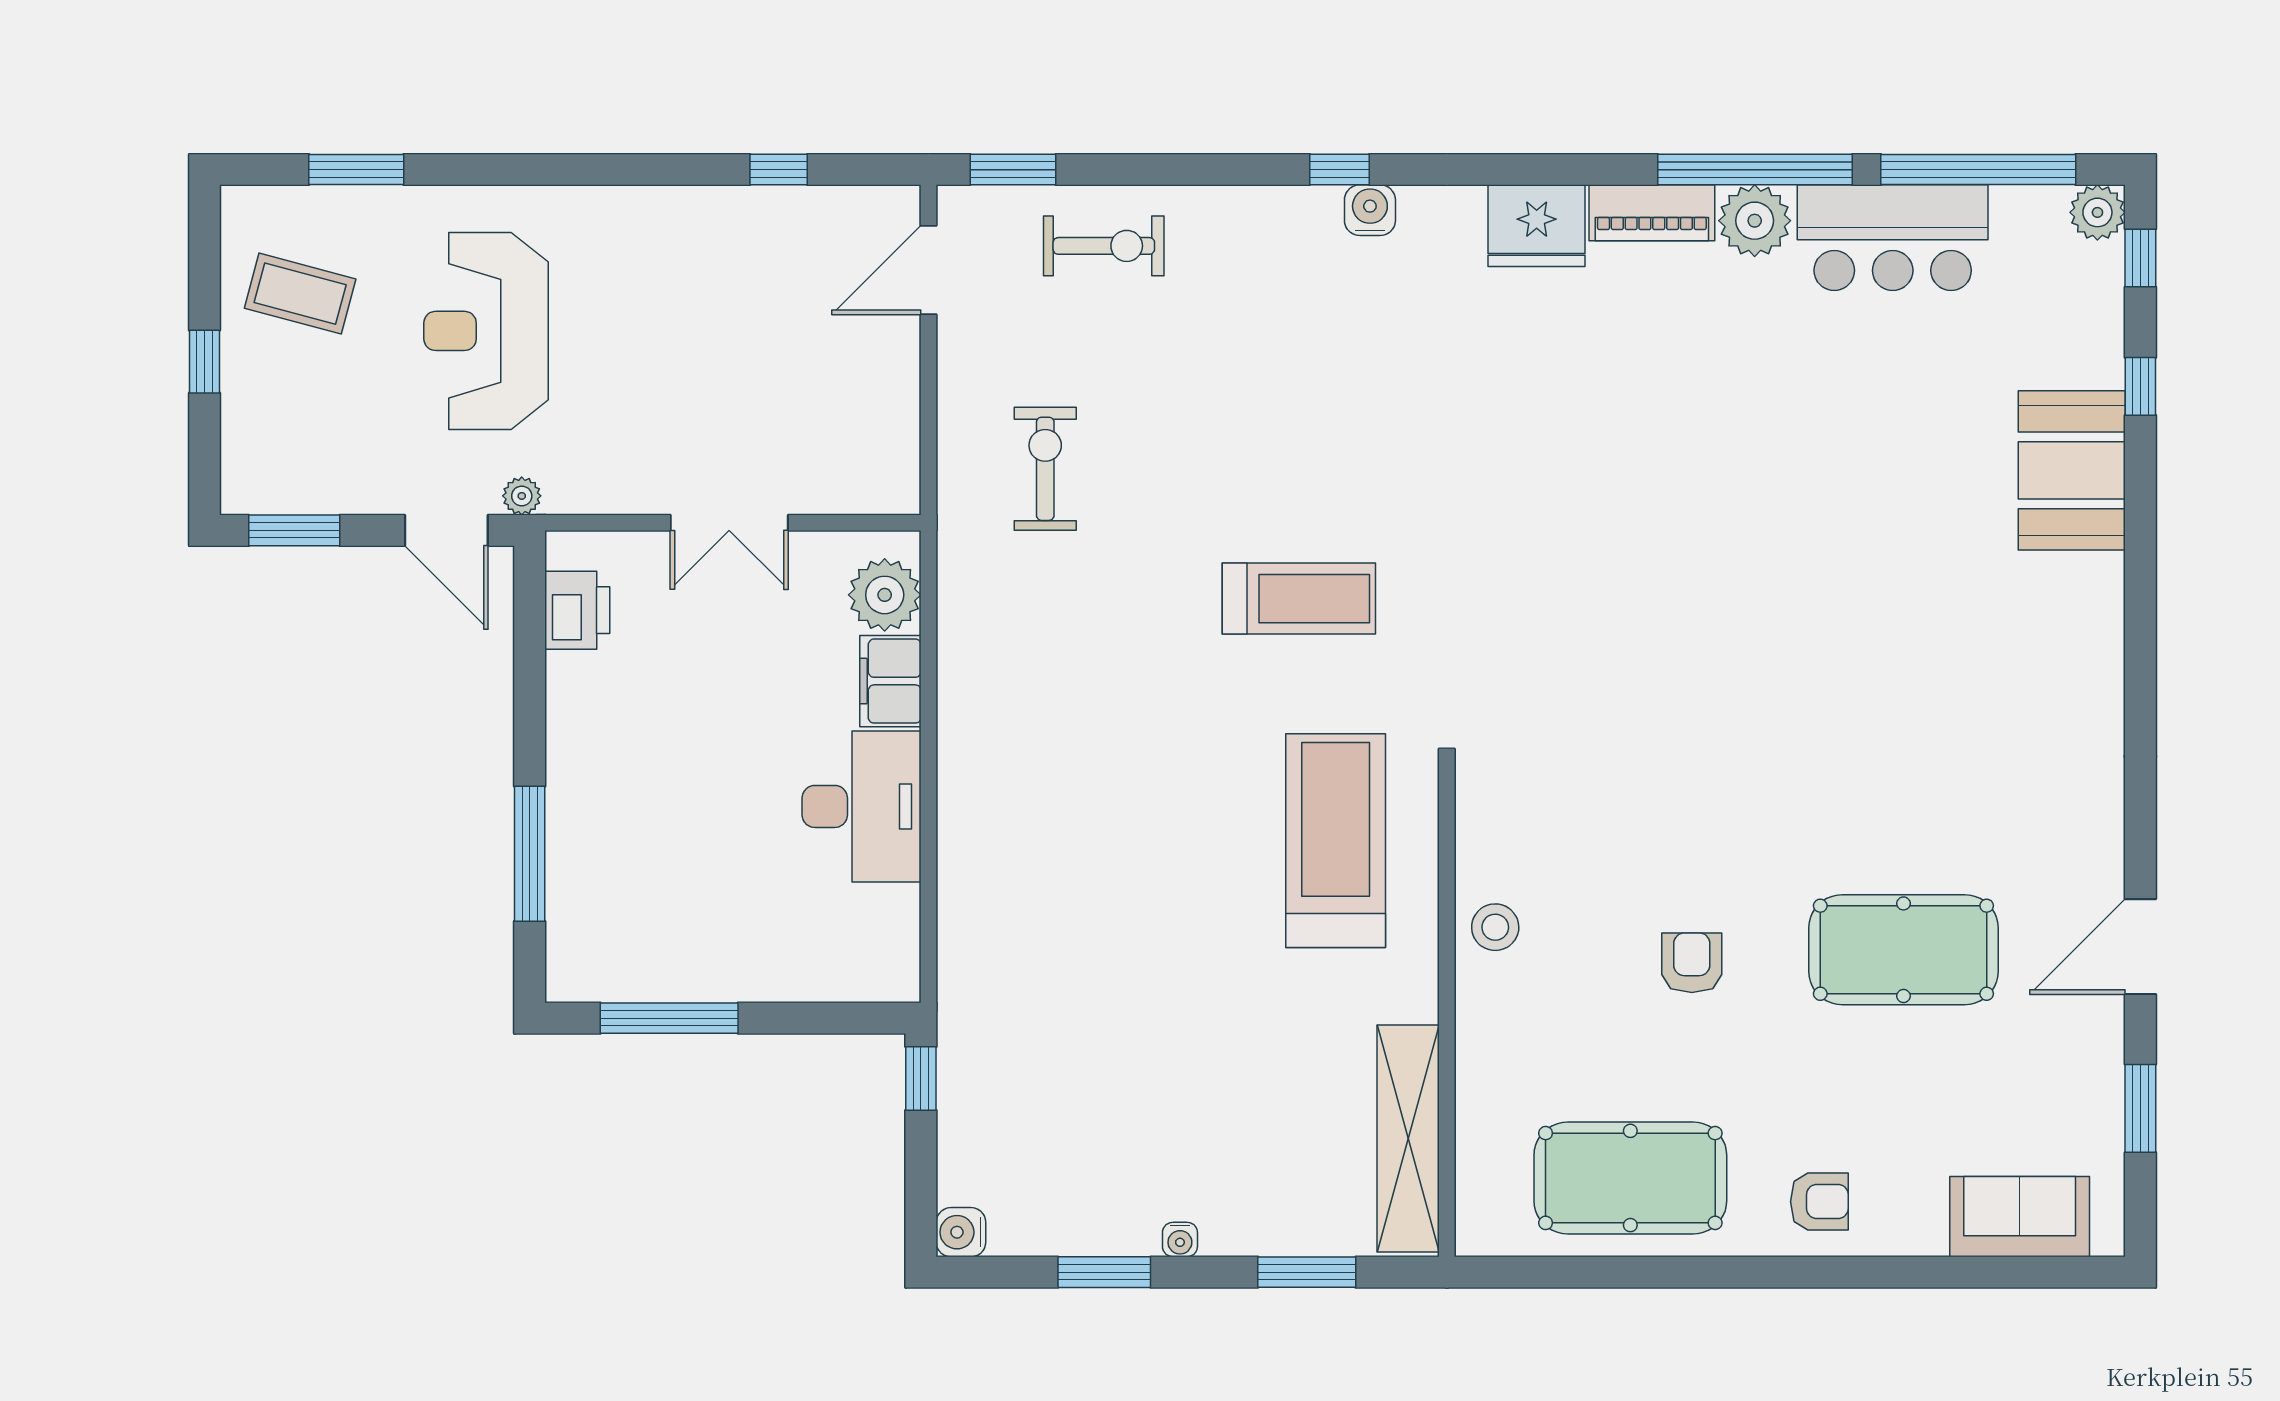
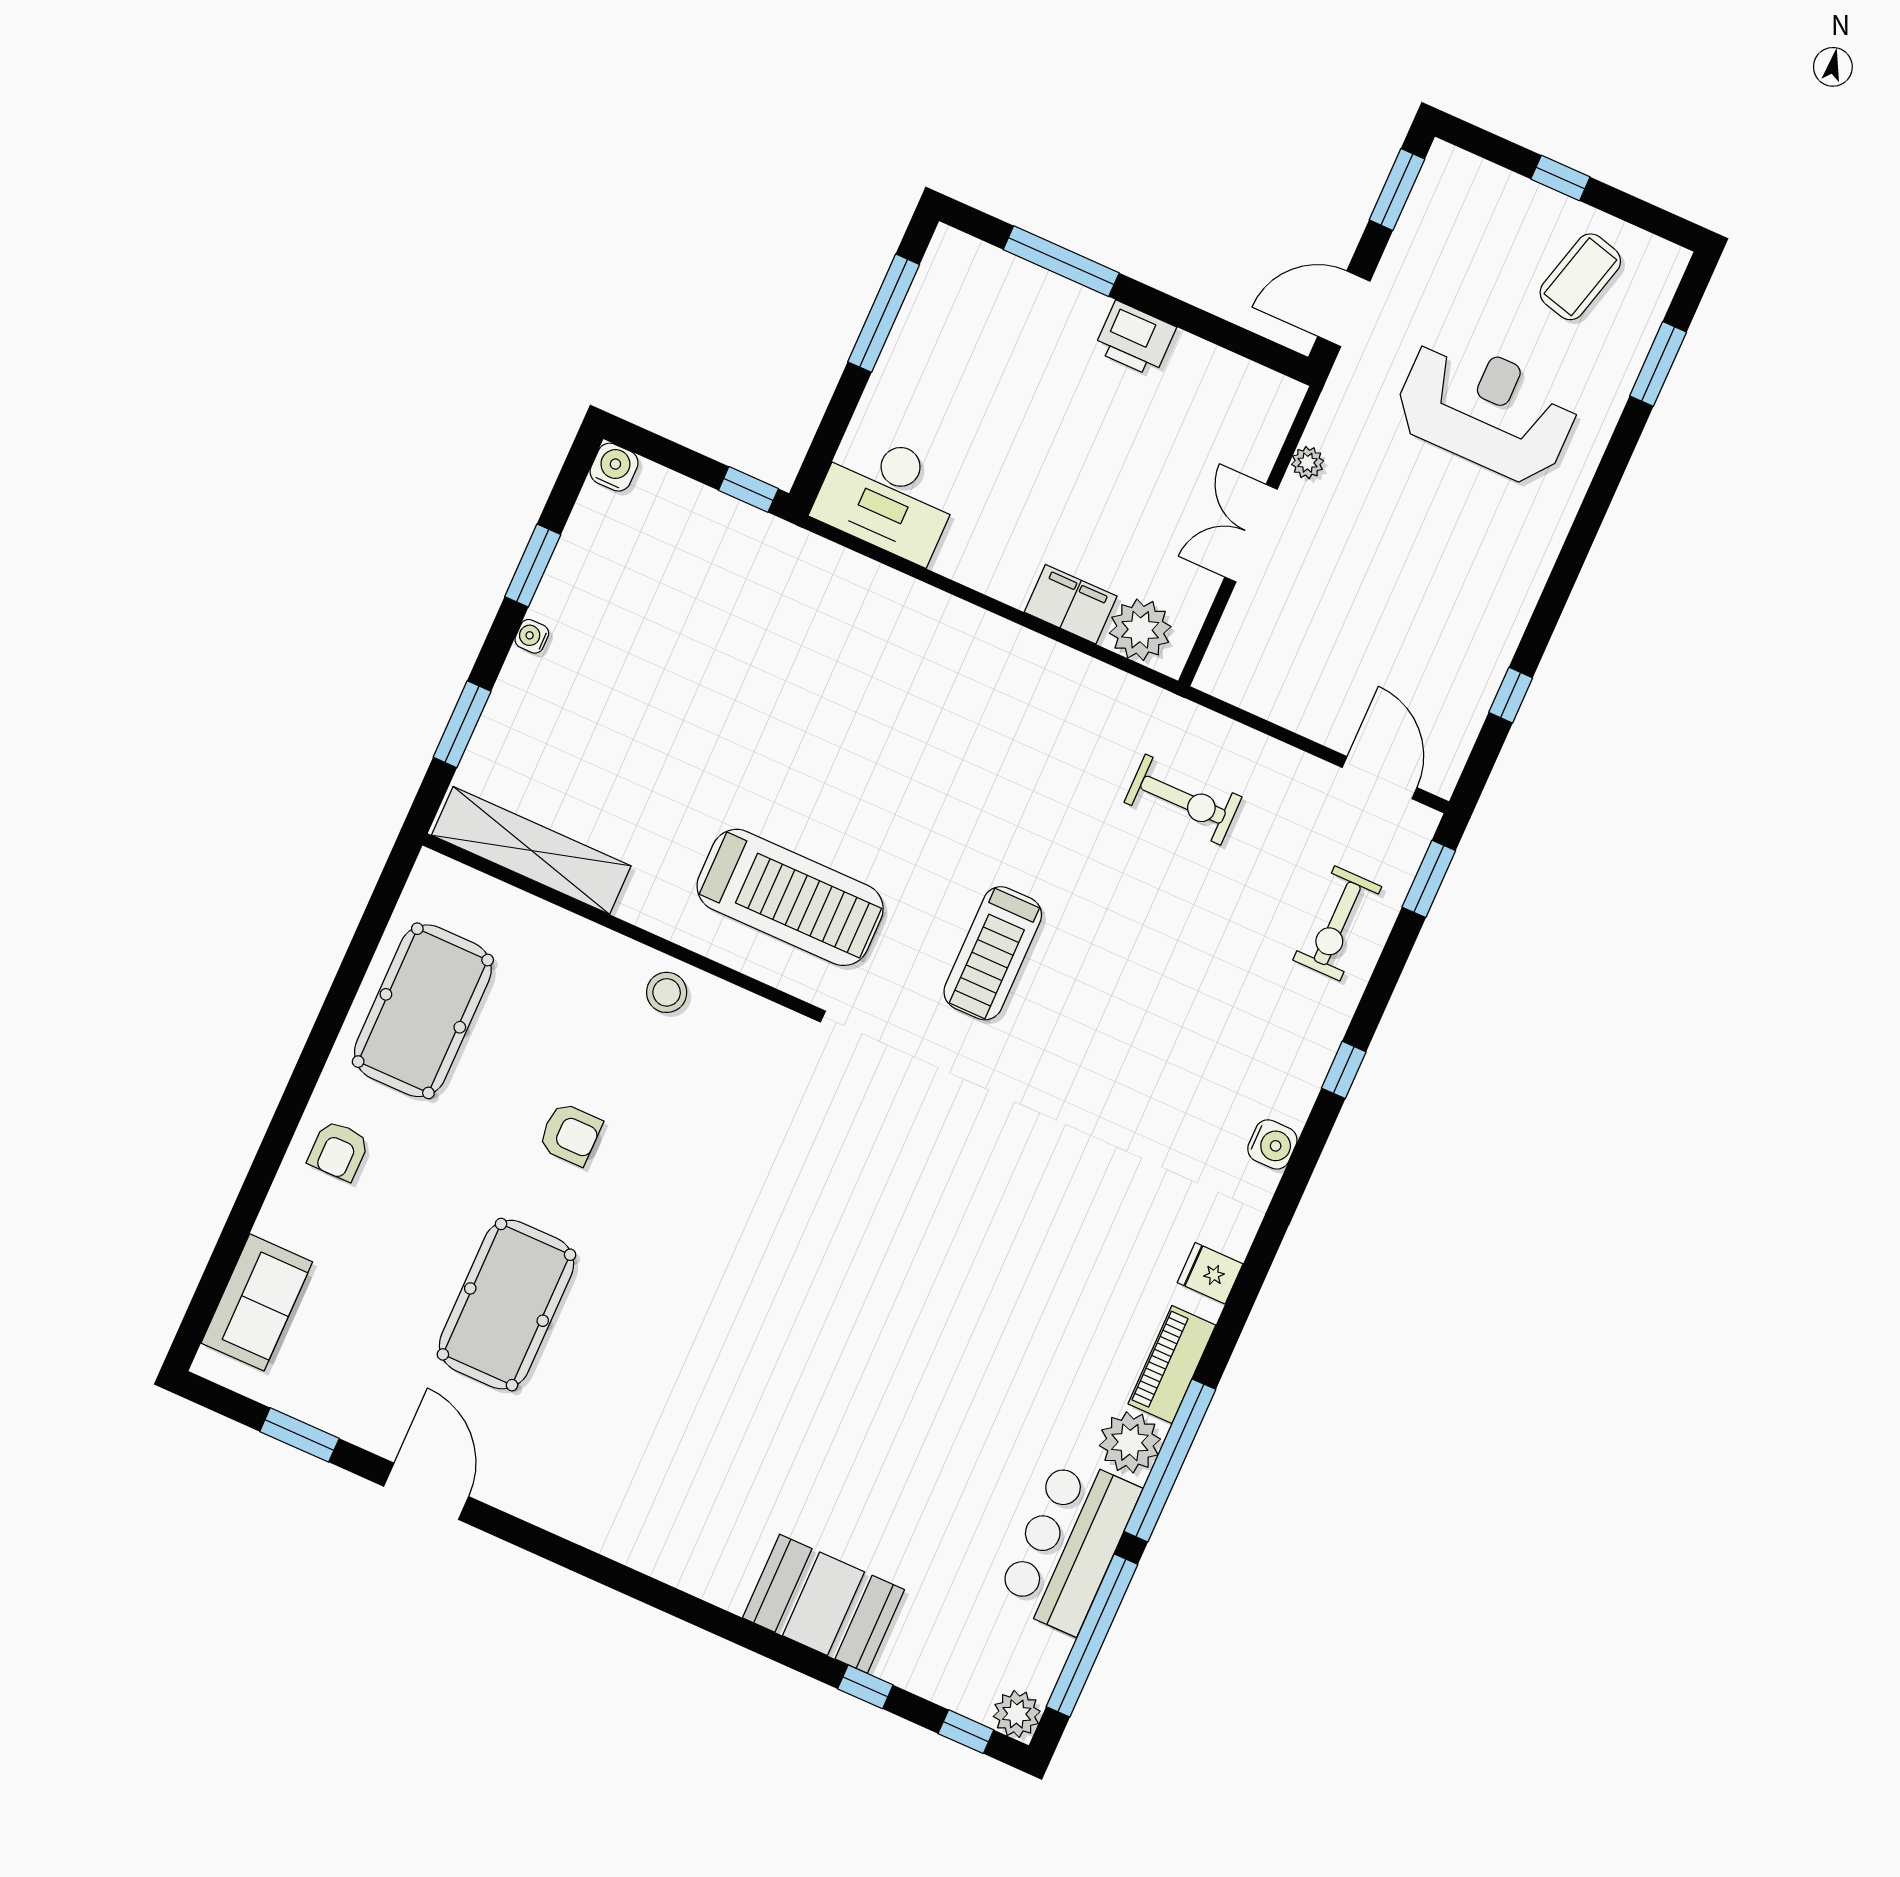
window: (1340, 170) -> (1344, 1070), moved
fridge: (1537, 226) -> (1210, 1273), width x0.53, depth x0.75
plant: (522, 496) -> (1308, 463), moved
printer: (577, 610) -> (1135, 339), moved
desk: (862, 806) -> (888, 496), moved

